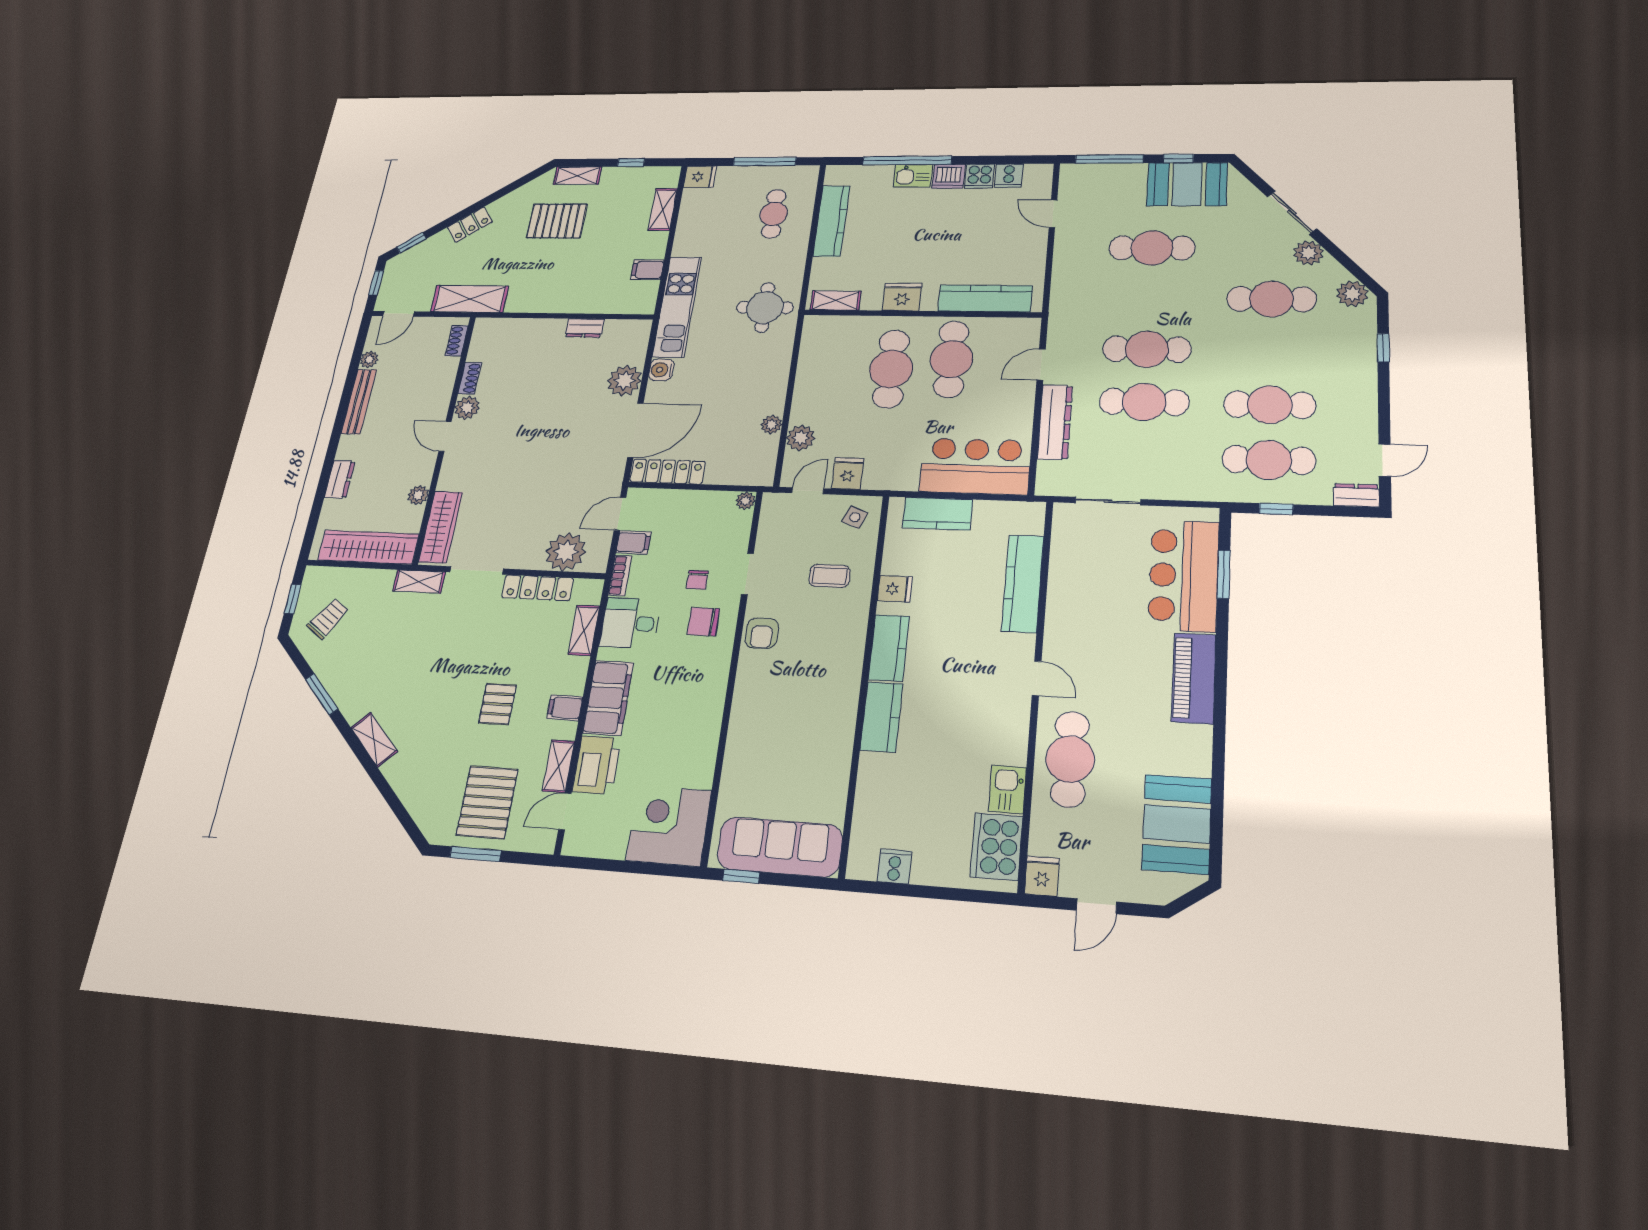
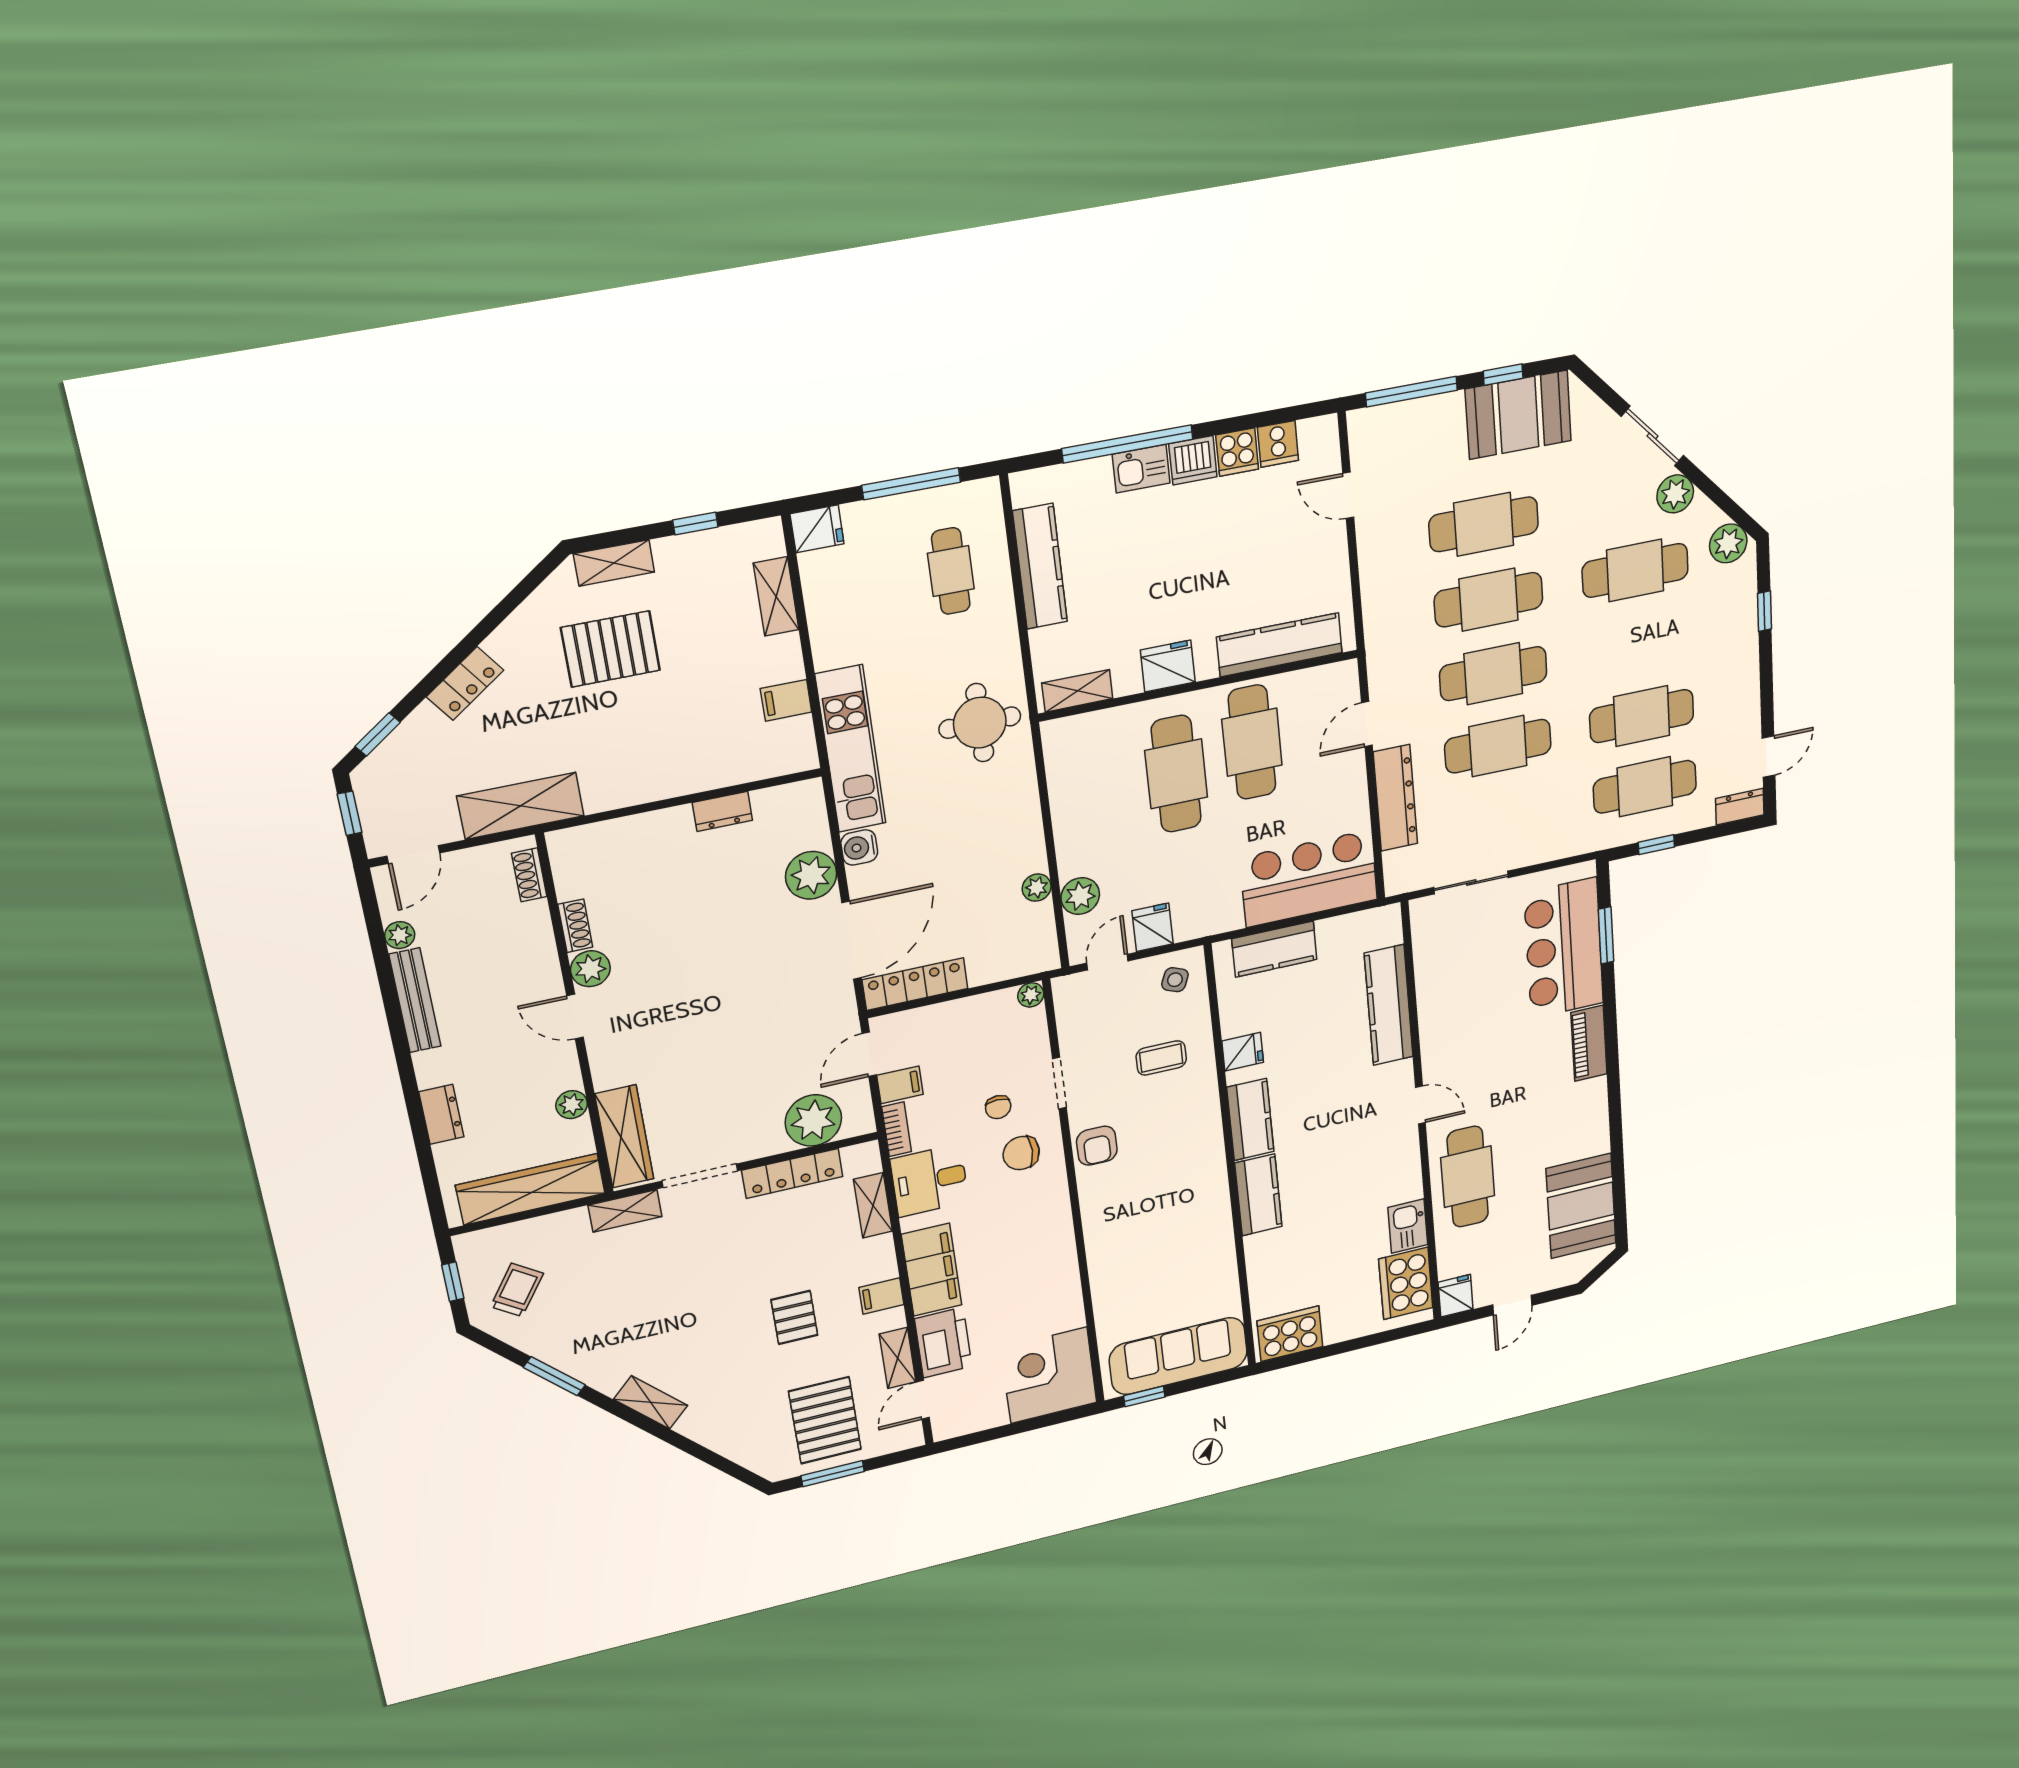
cafe table: (1149, 298) -> (1489, 600), added
piano: (1194, 678) -> (1589, 1043), width x0.73, depth x0.75
cooker: (894, 866) -> (1290, 1334), width x1.87, depth x1.31

